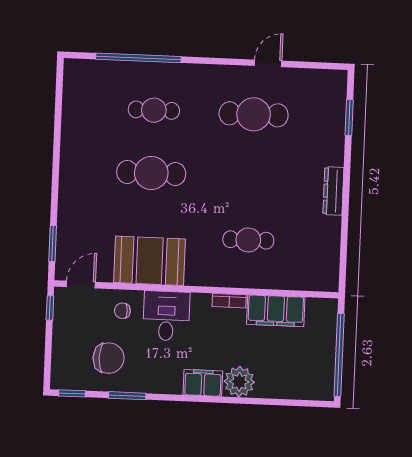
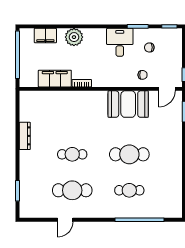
dresser: (333, 191) -> (25, 136), moved
cafe table: (248, 240) -> (72, 154), moved
desk: (166, 316) -> (120, 42), moved, turned 180
chair: (109, 358) -> (149, 47), width x0.54, depth x0.54
filing cabinet: (203, 383) -> (45, 36), moved

